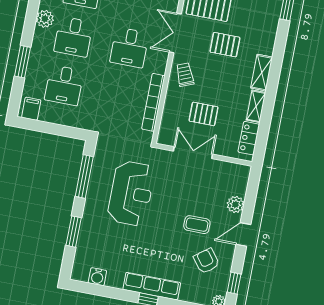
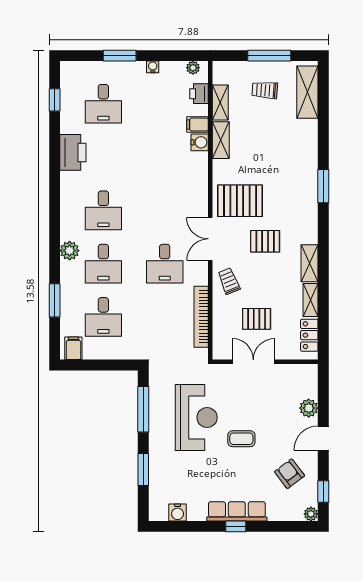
coffee table: (197, 225) -> (241, 439), moved

